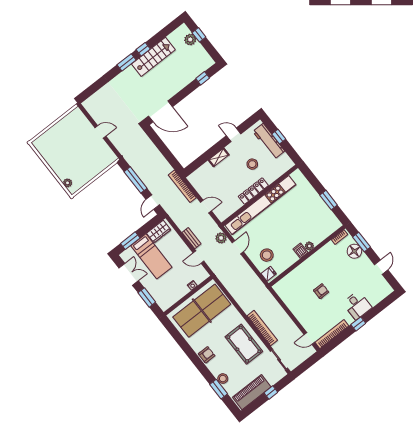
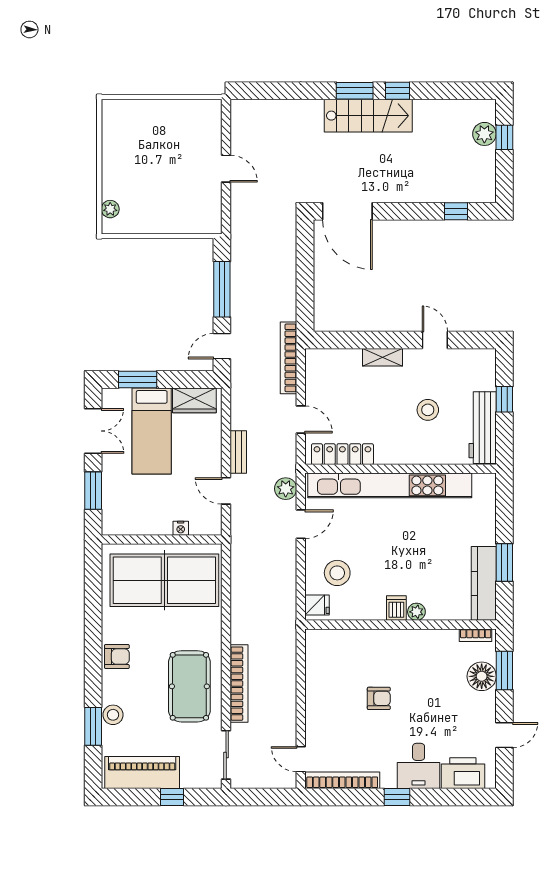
stairs: (153, 57) -> (368, 116), moved
workbench: (269, 141) -> (483, 428), moved
locker: (253, 191) -> (342, 454), moved
kitchen counter: (327, 214) -> (484, 583), added
printer: (377, 295) -> (463, 773), added

